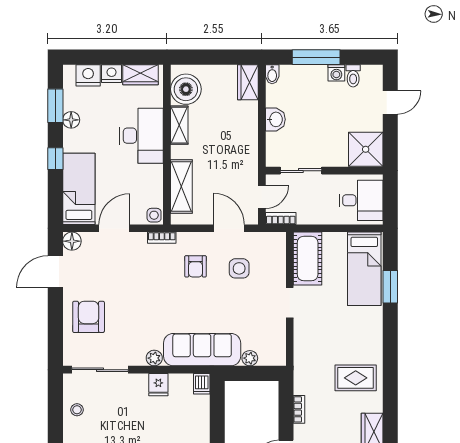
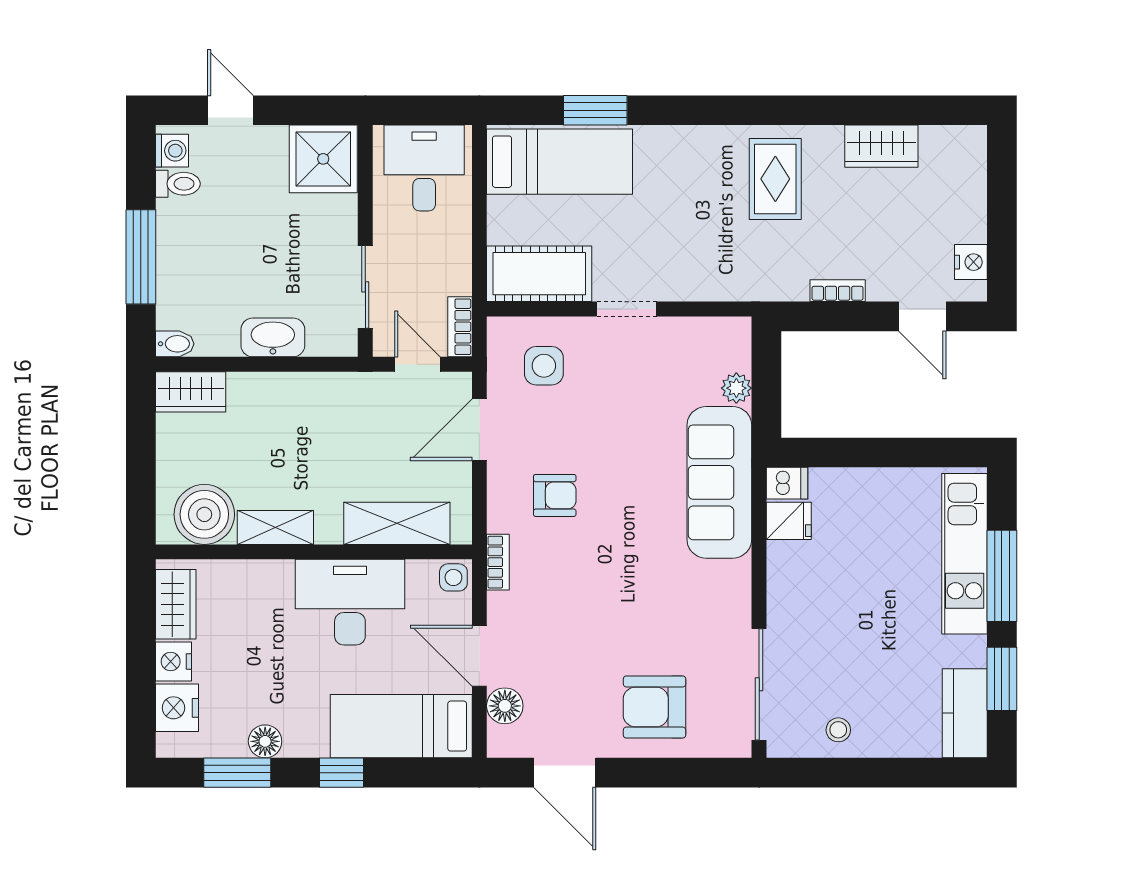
washing machine: (336, 73) -> (172, 151), moved
washbasin: (275, 119) -> (273, 337), width x1.38
desk: (142, 136) -> (350, 602), moved
floor lamp: (72, 241) -> (505, 706), moved
side table: (239, 268) -> (544, 366), moved
plant: (154, 358) -> (736, 577), removed
fridge: (158, 385) -> (789, 521), moved

